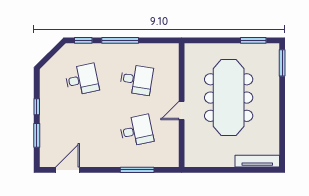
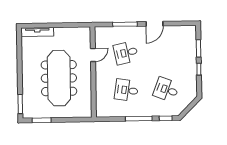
desk: (82, 80) -> (166, 90), turned 33
door: (182, 110) -> (93, 55), moved
door: (67, 170) -> (155, 24), moved

